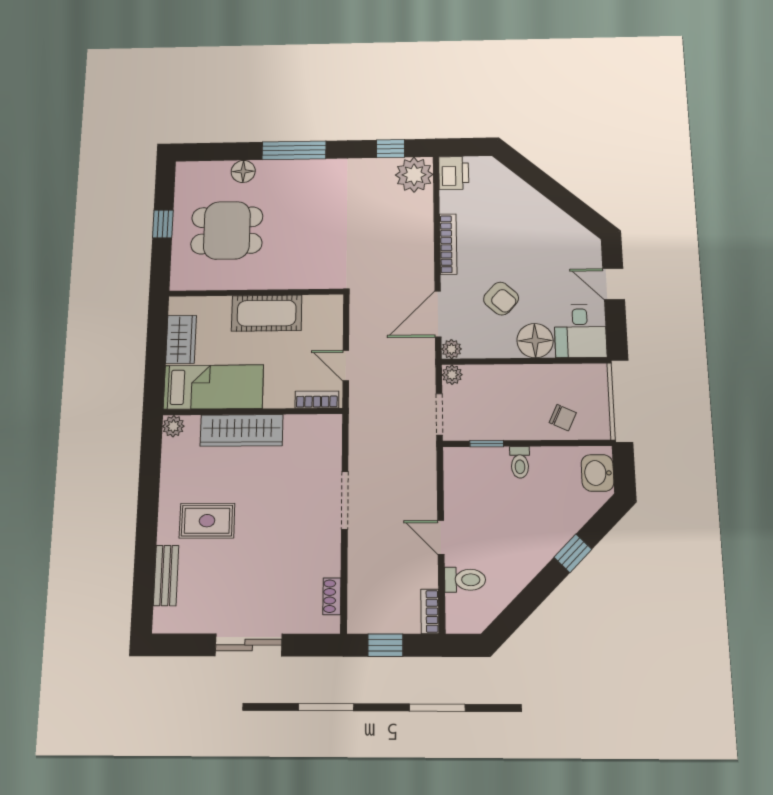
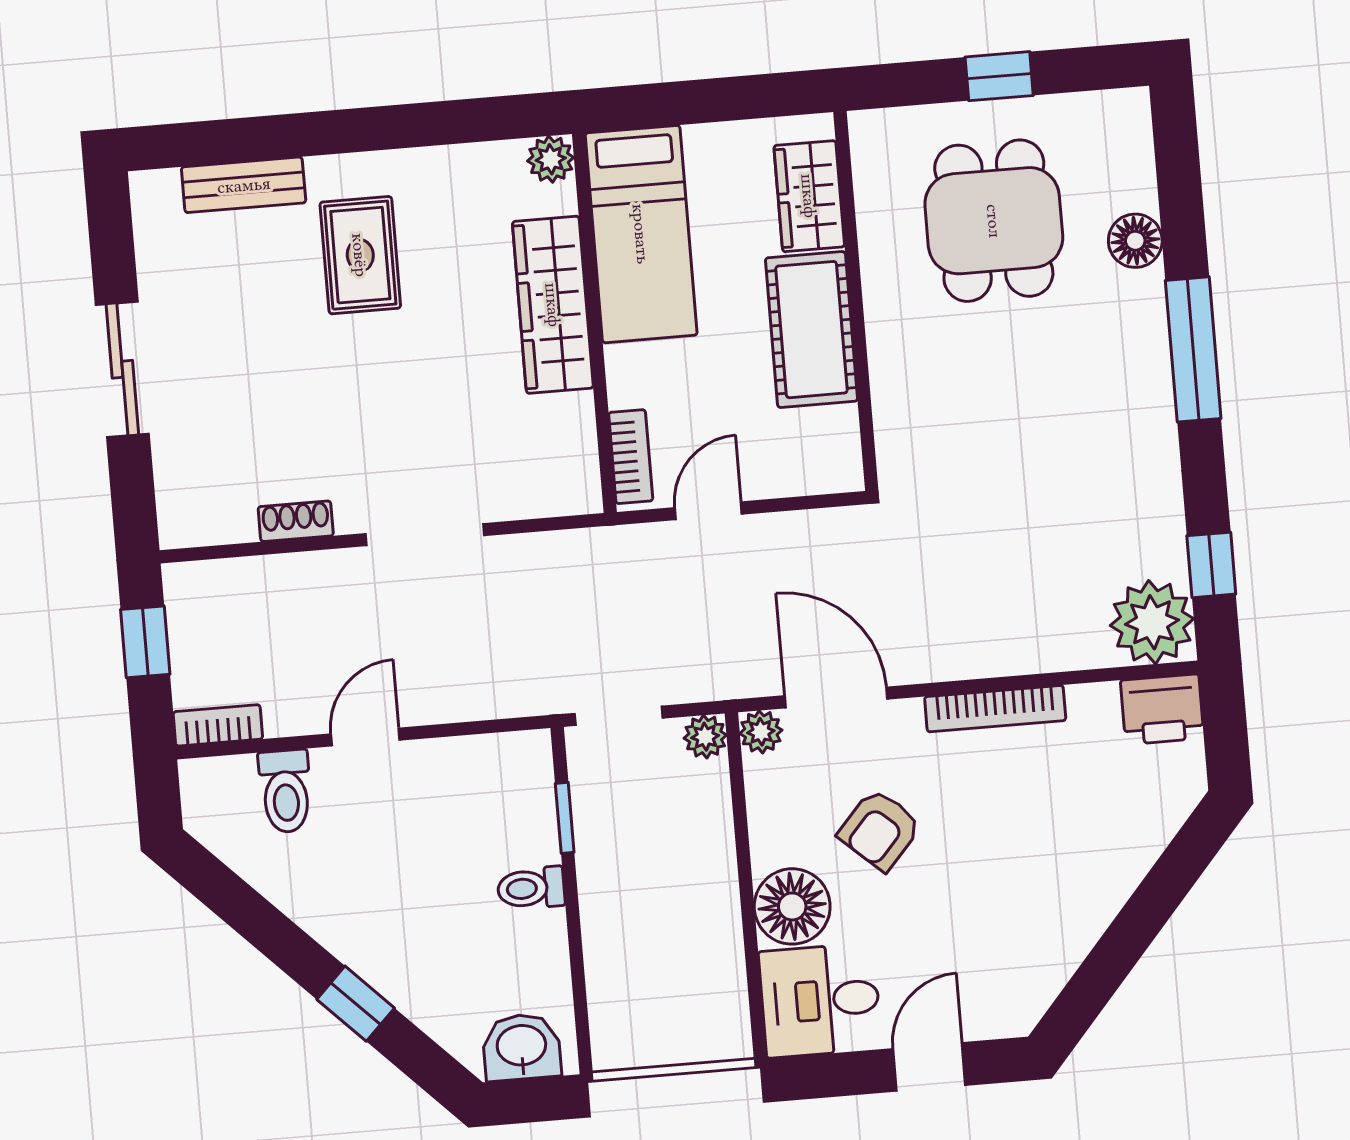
wardrobe: (181, 339) -> (809, 196), moved, turned 90
chair: (563, 418) -> (631, 972), removed
shoe rack: (332, 596) -> (296, 521), moved

